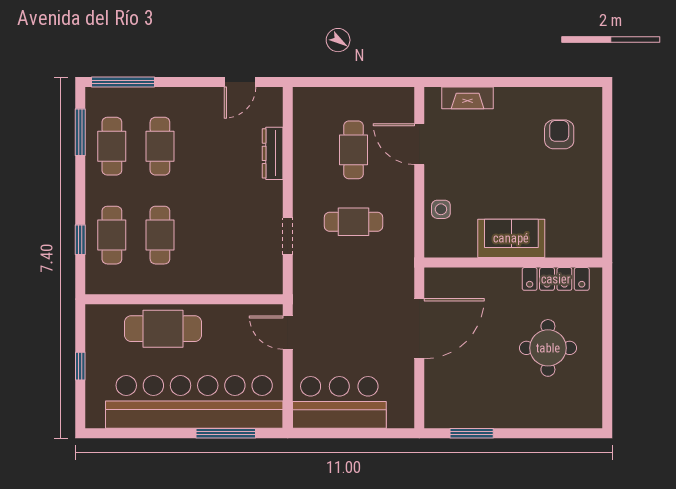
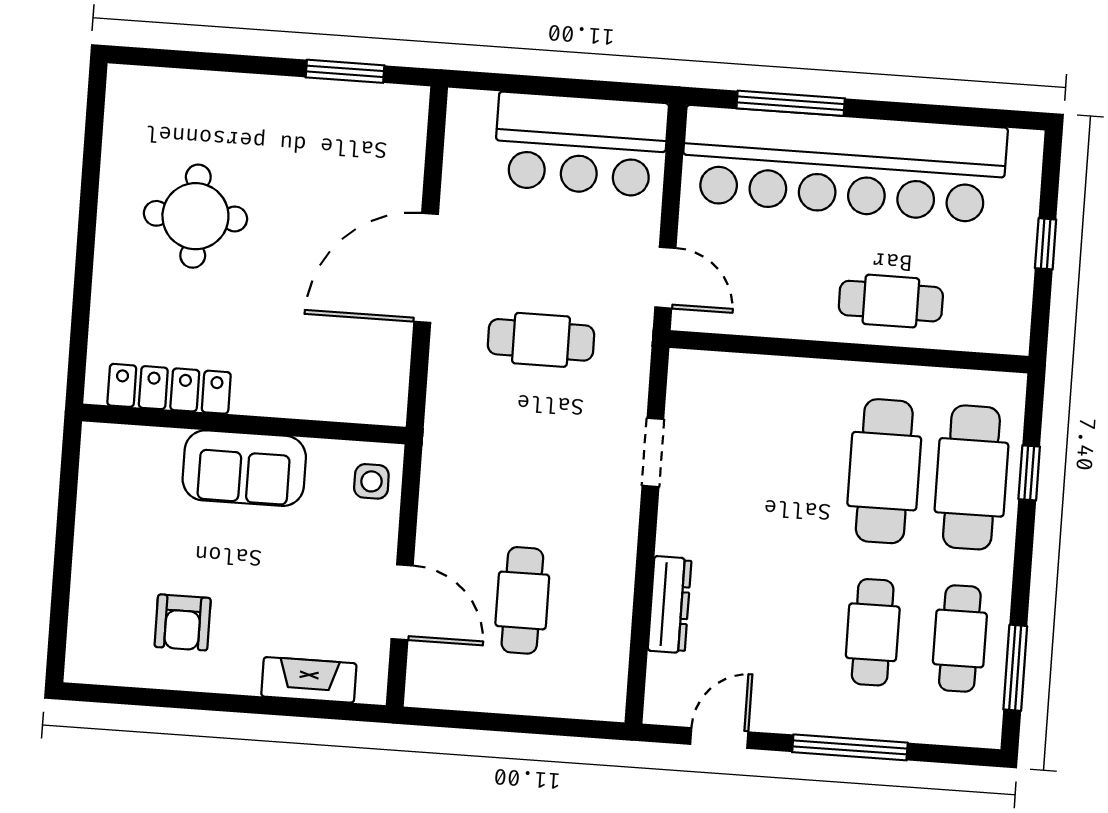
window: (123, 82) -> (850, 747), moved
armchair: (559, 134) -> (183, 622), moved
cafe table: (353, 222) -> (541, 340), moved
cafe table: (112, 235) -> (971, 477), width x1.37, depth x1.35
cafe table: (160, 235) -> (884, 471), width x1.37, depth x1.35
sofa: (511, 238) -> (244, 468), moved
wall: (513, 263) -> (244, 424), moved
locker: (556, 279) -> (169, 389), moved
cafe table: (163, 329) -> (891, 301), width x0.73, depth x0.74

